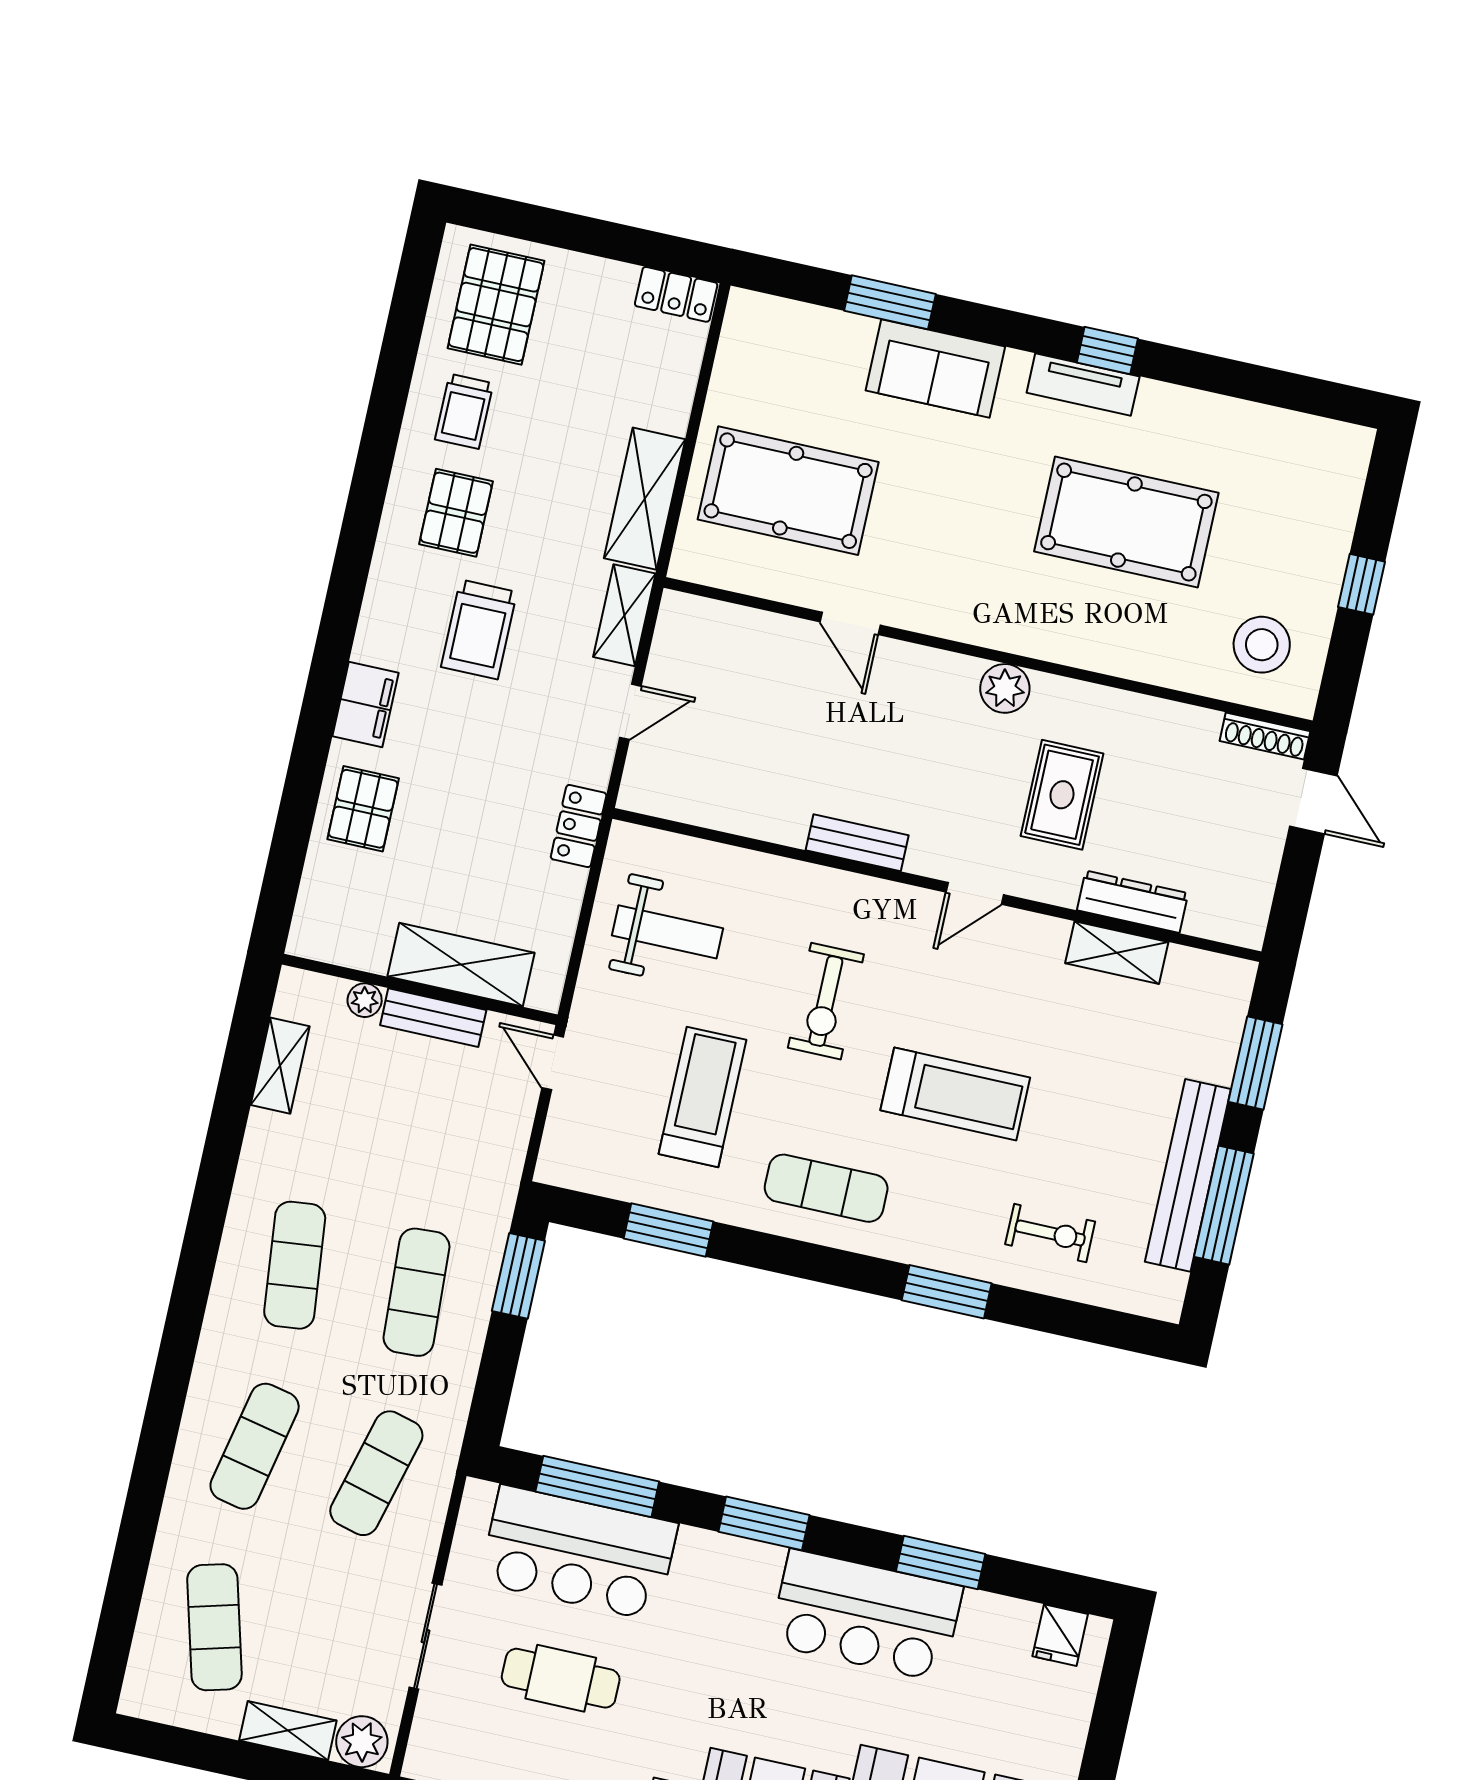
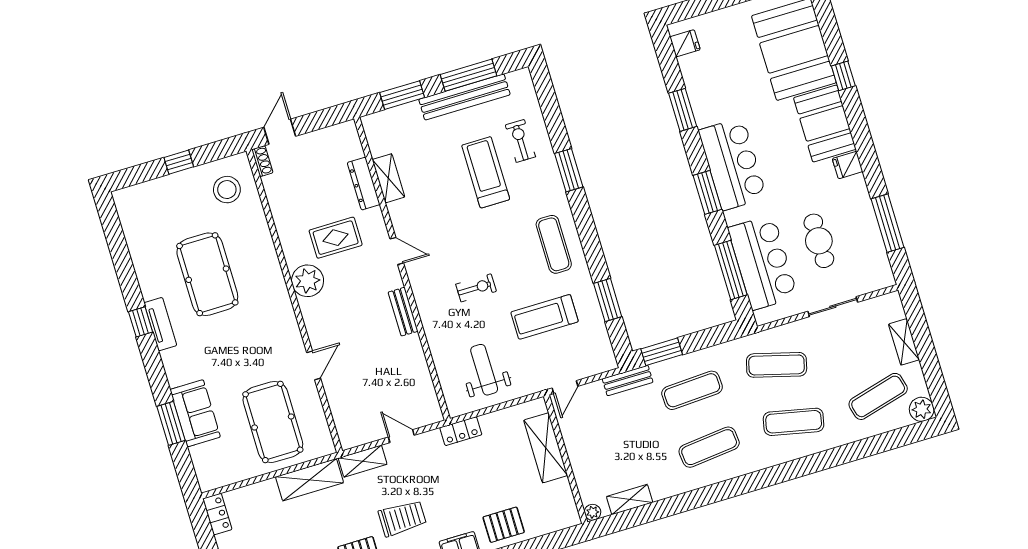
sofa: (935, 368) -> (195, 413), moved
plant: (1005, 688) -> (308, 281), width x1.36, depth x1.36
shoe rack: (1265, 736) -> (262, 161), width x0.70
plant: (365, 1000) -> (593, 512), moved
exercise bike: (826, 1001) -> (476, 288), width x0.73, depth x0.72
bench: (433, 1018) -> (628, 380), moved, turned 90
treadmill: (955, 1094) -> (486, 172), moved
bar counter: (866, 1615) -> (733, 164), moved
plant: (362, 1742) -> (922, 409), moved

